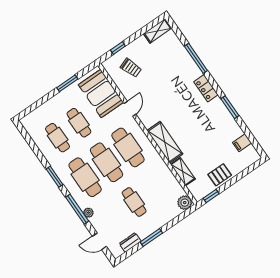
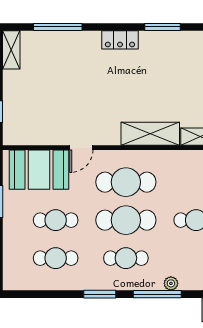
window: (196, 58) -> (58, 27), moved
trolley: (131, 68) -> (33, 113), removed
door: (130, 109) -> (81, 148), swing flipped
cafe table: (85, 177) -> (126, 258), width x0.73, depth x0.74

